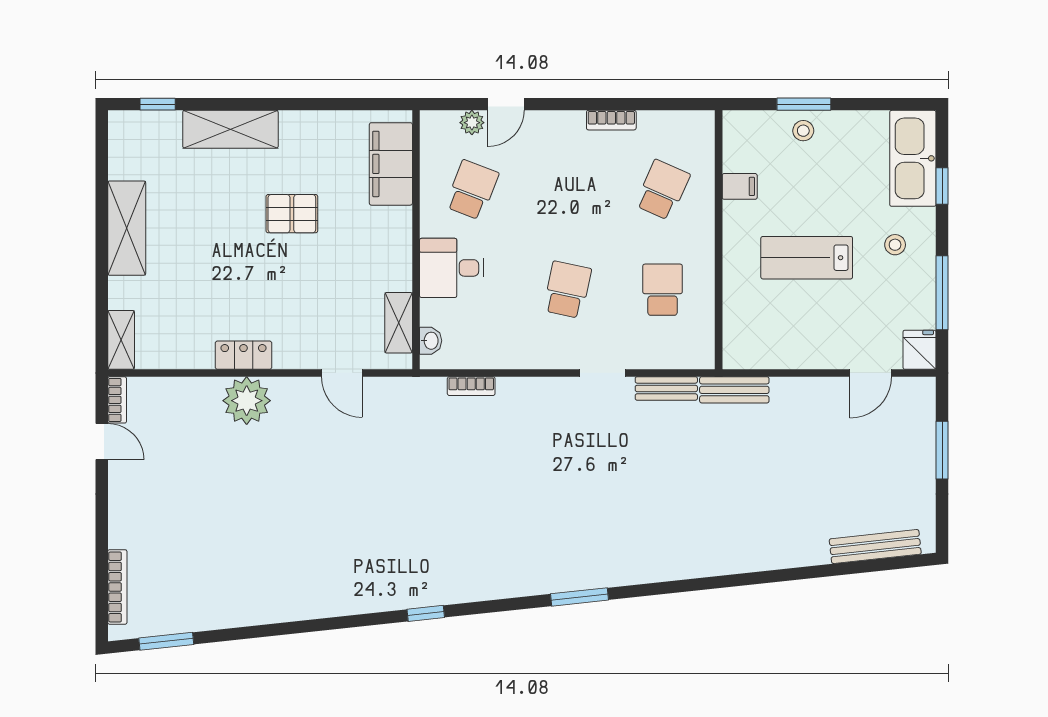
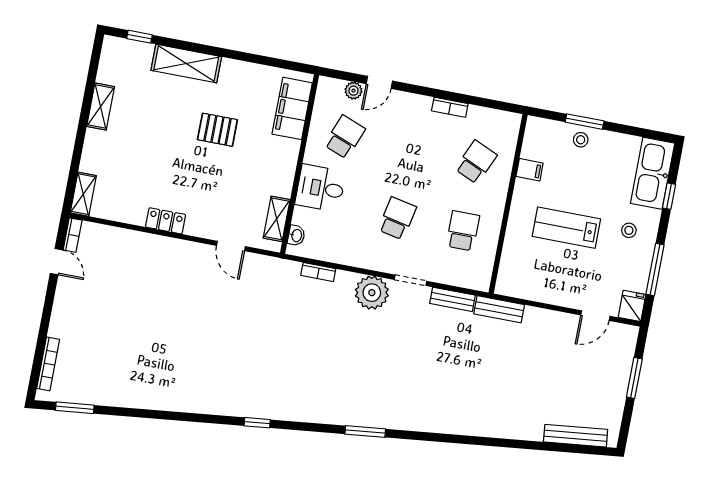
shelving: (127, 228) -> (101, 106), width x0.67, depth x0.75
plant: (247, 401) -> (372, 293), moved

